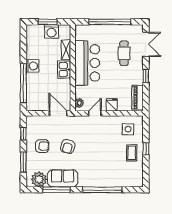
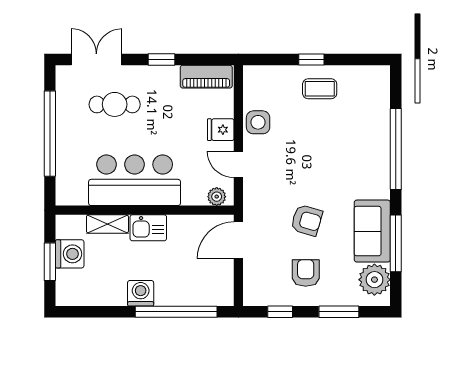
side table: (128, 129) -> (258, 122), moved

